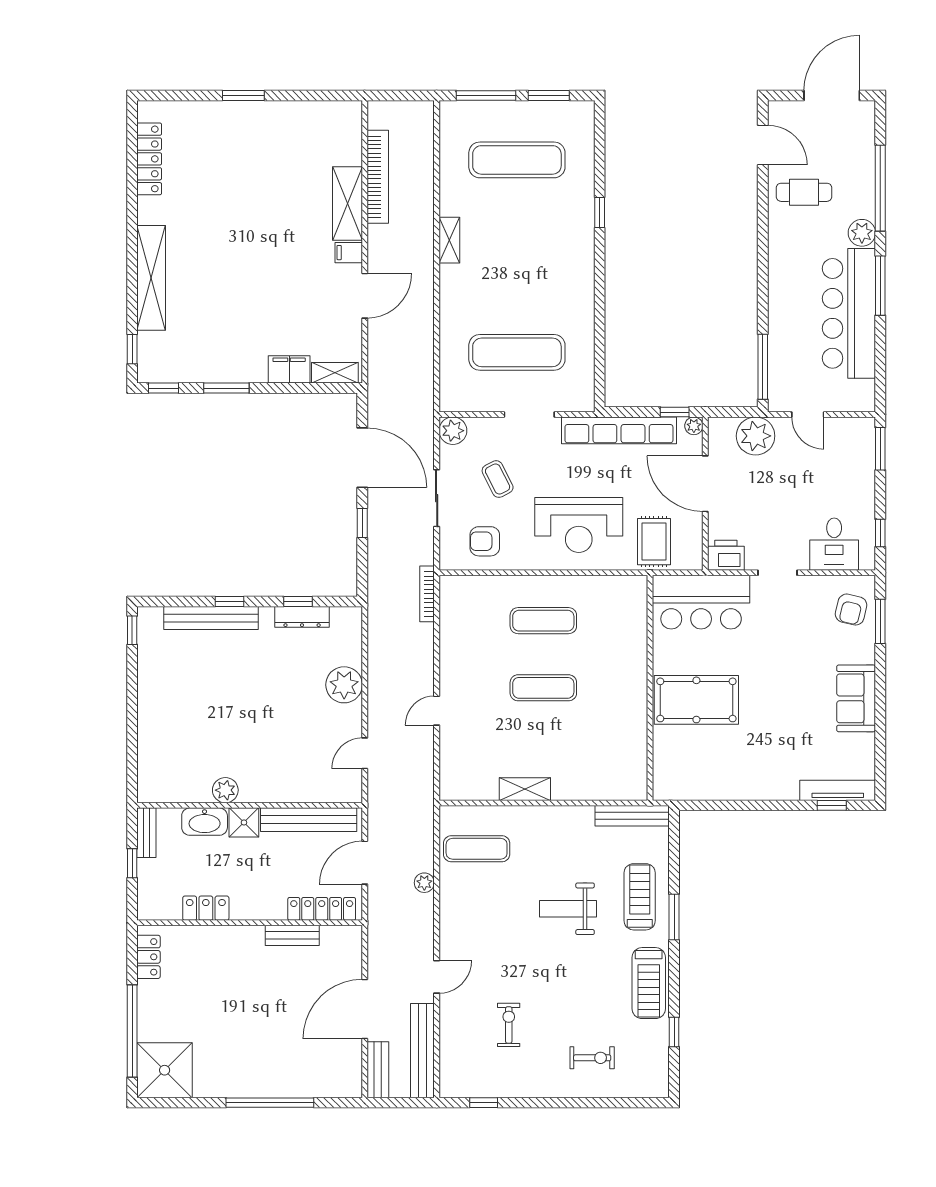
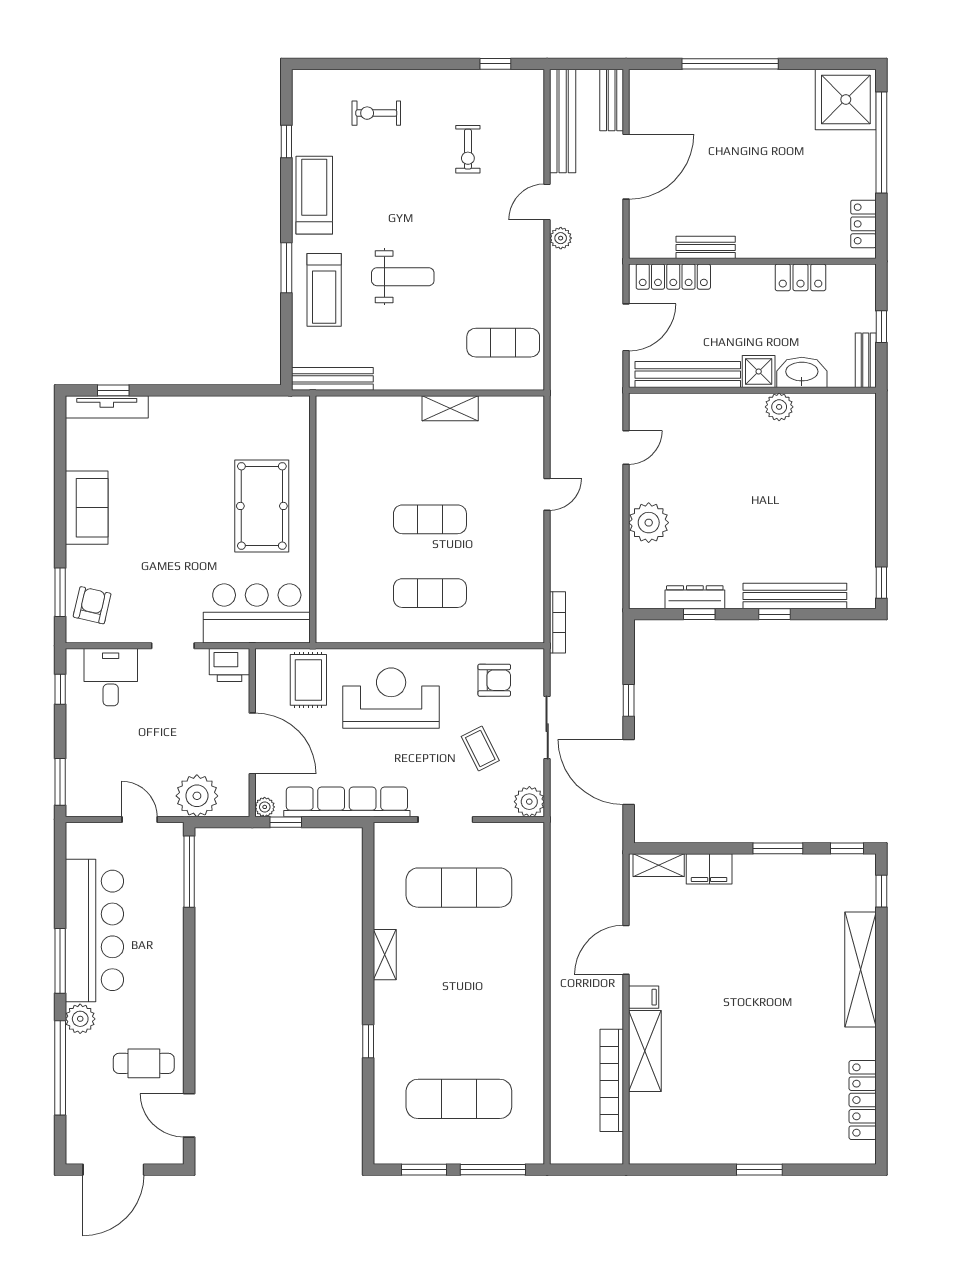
shelving: (449, 240) -> (385, 955), moved
pool table: (696, 700) -> (262, 506), turned 90
plant: (424, 883) -> (561, 238), moved

